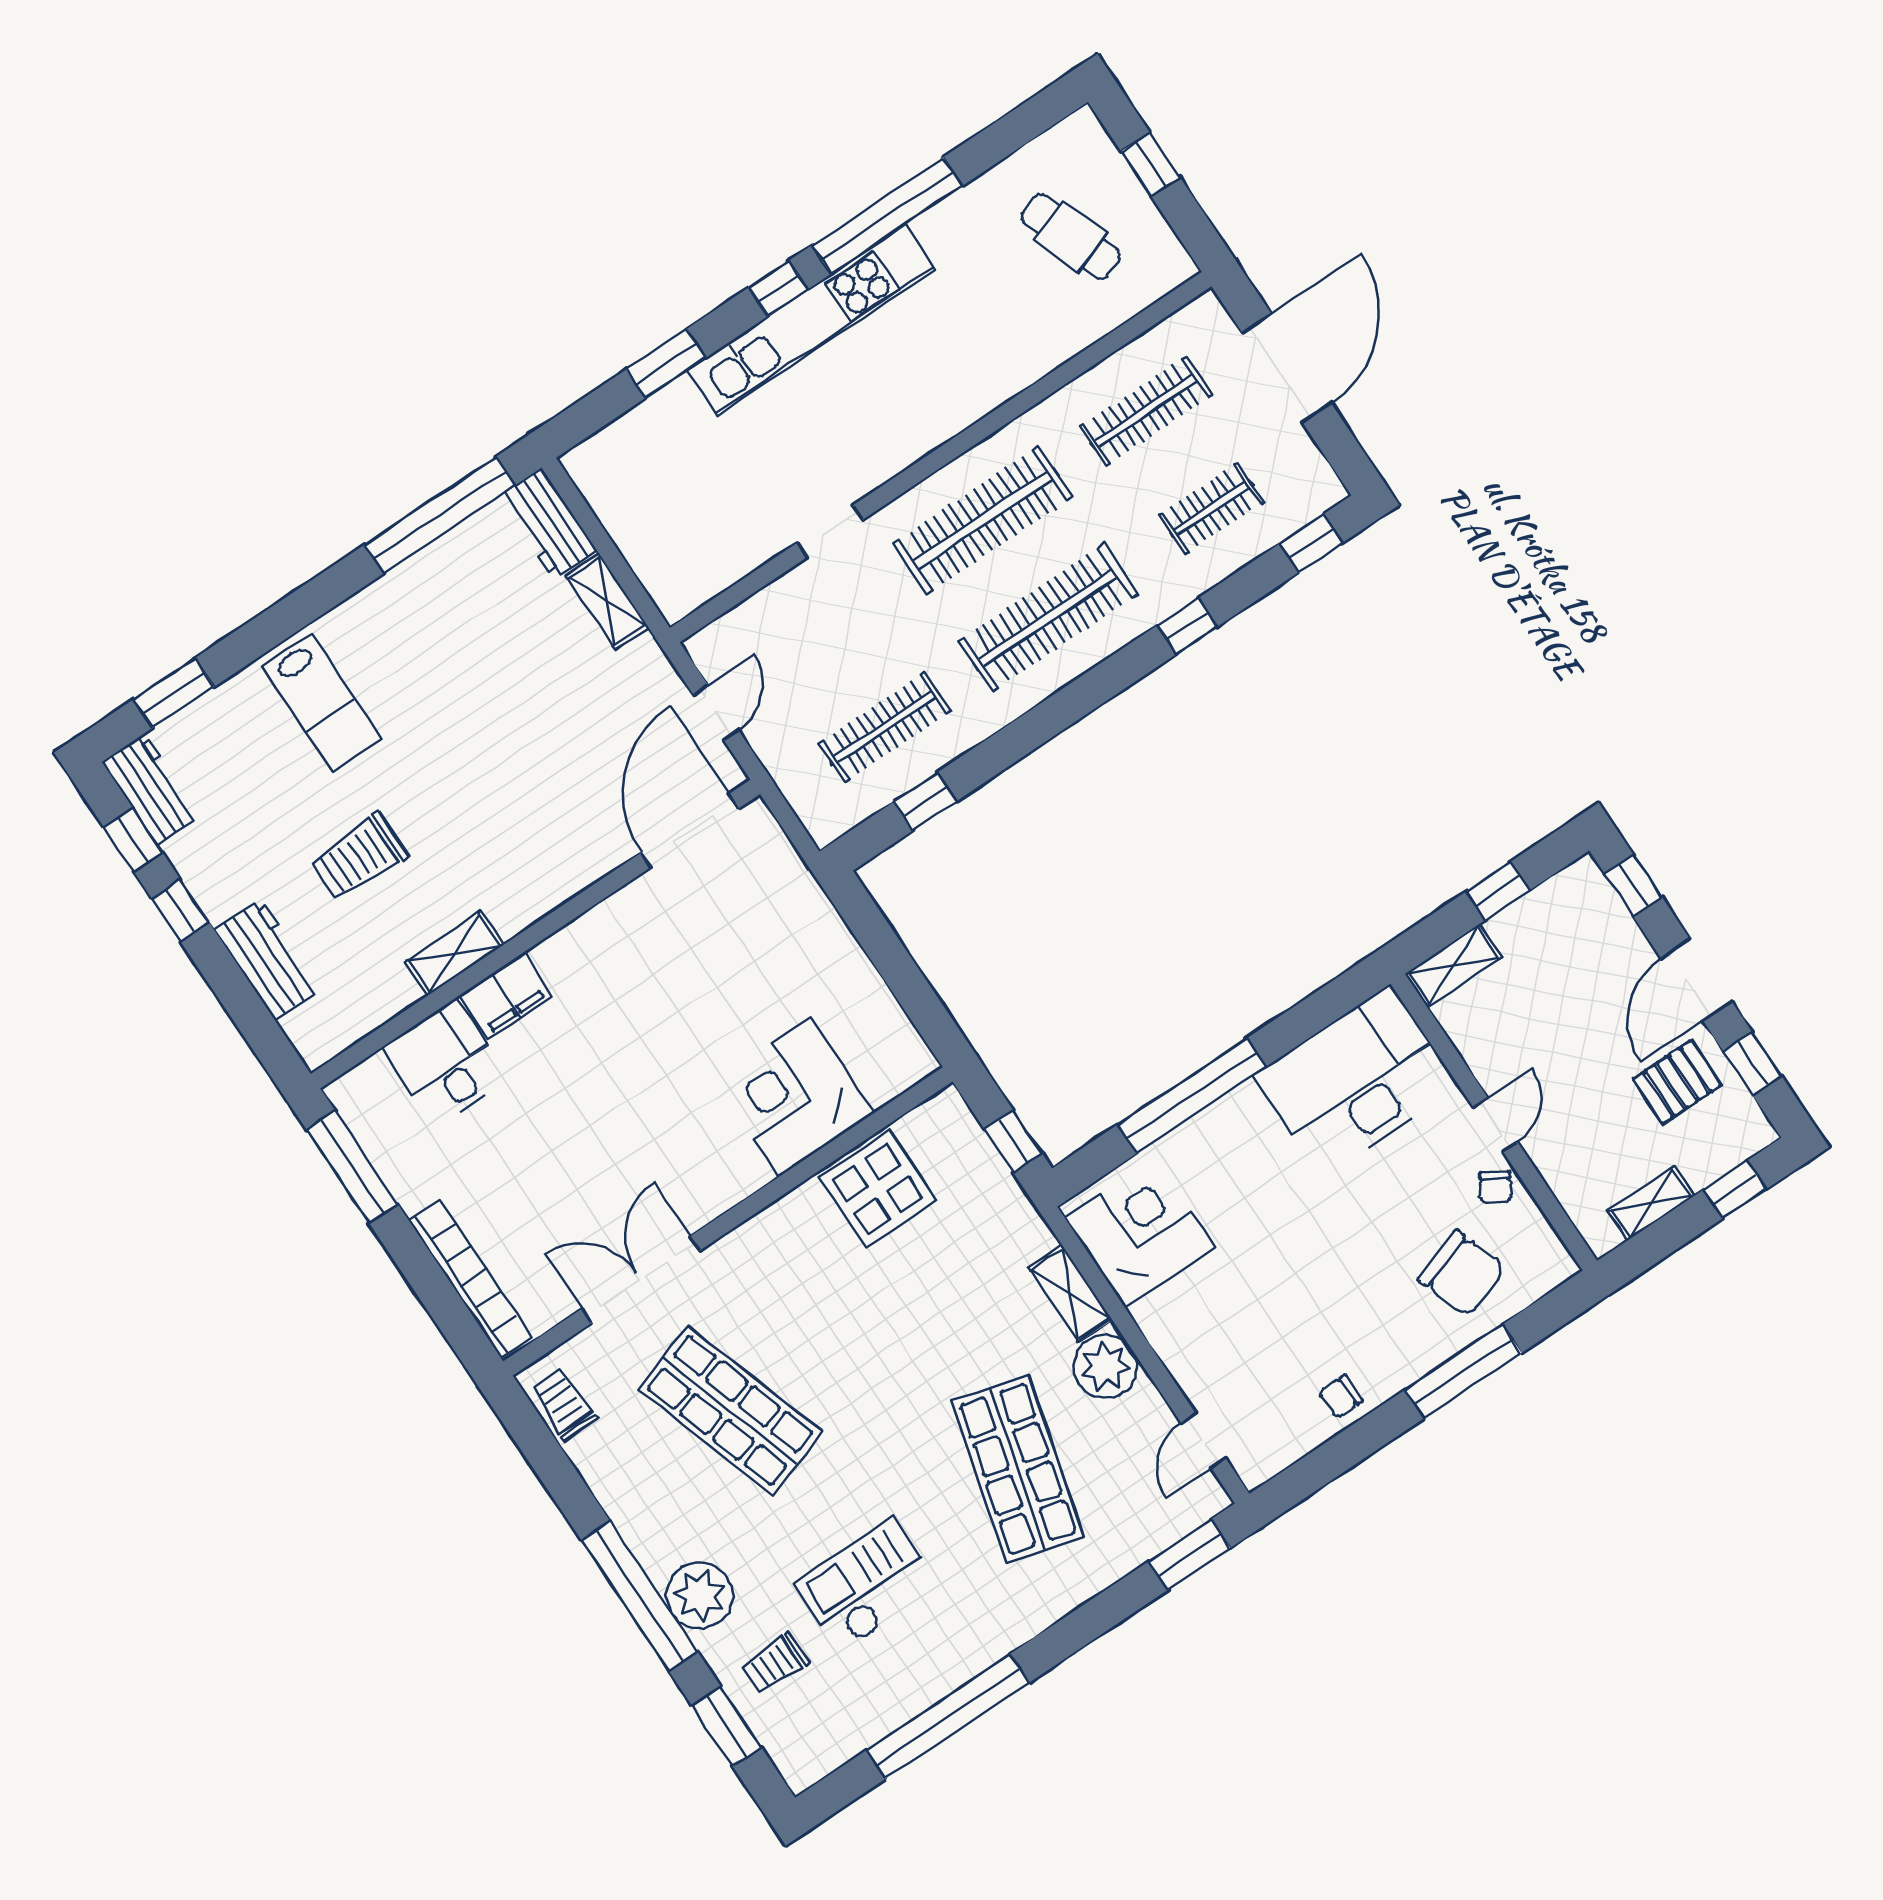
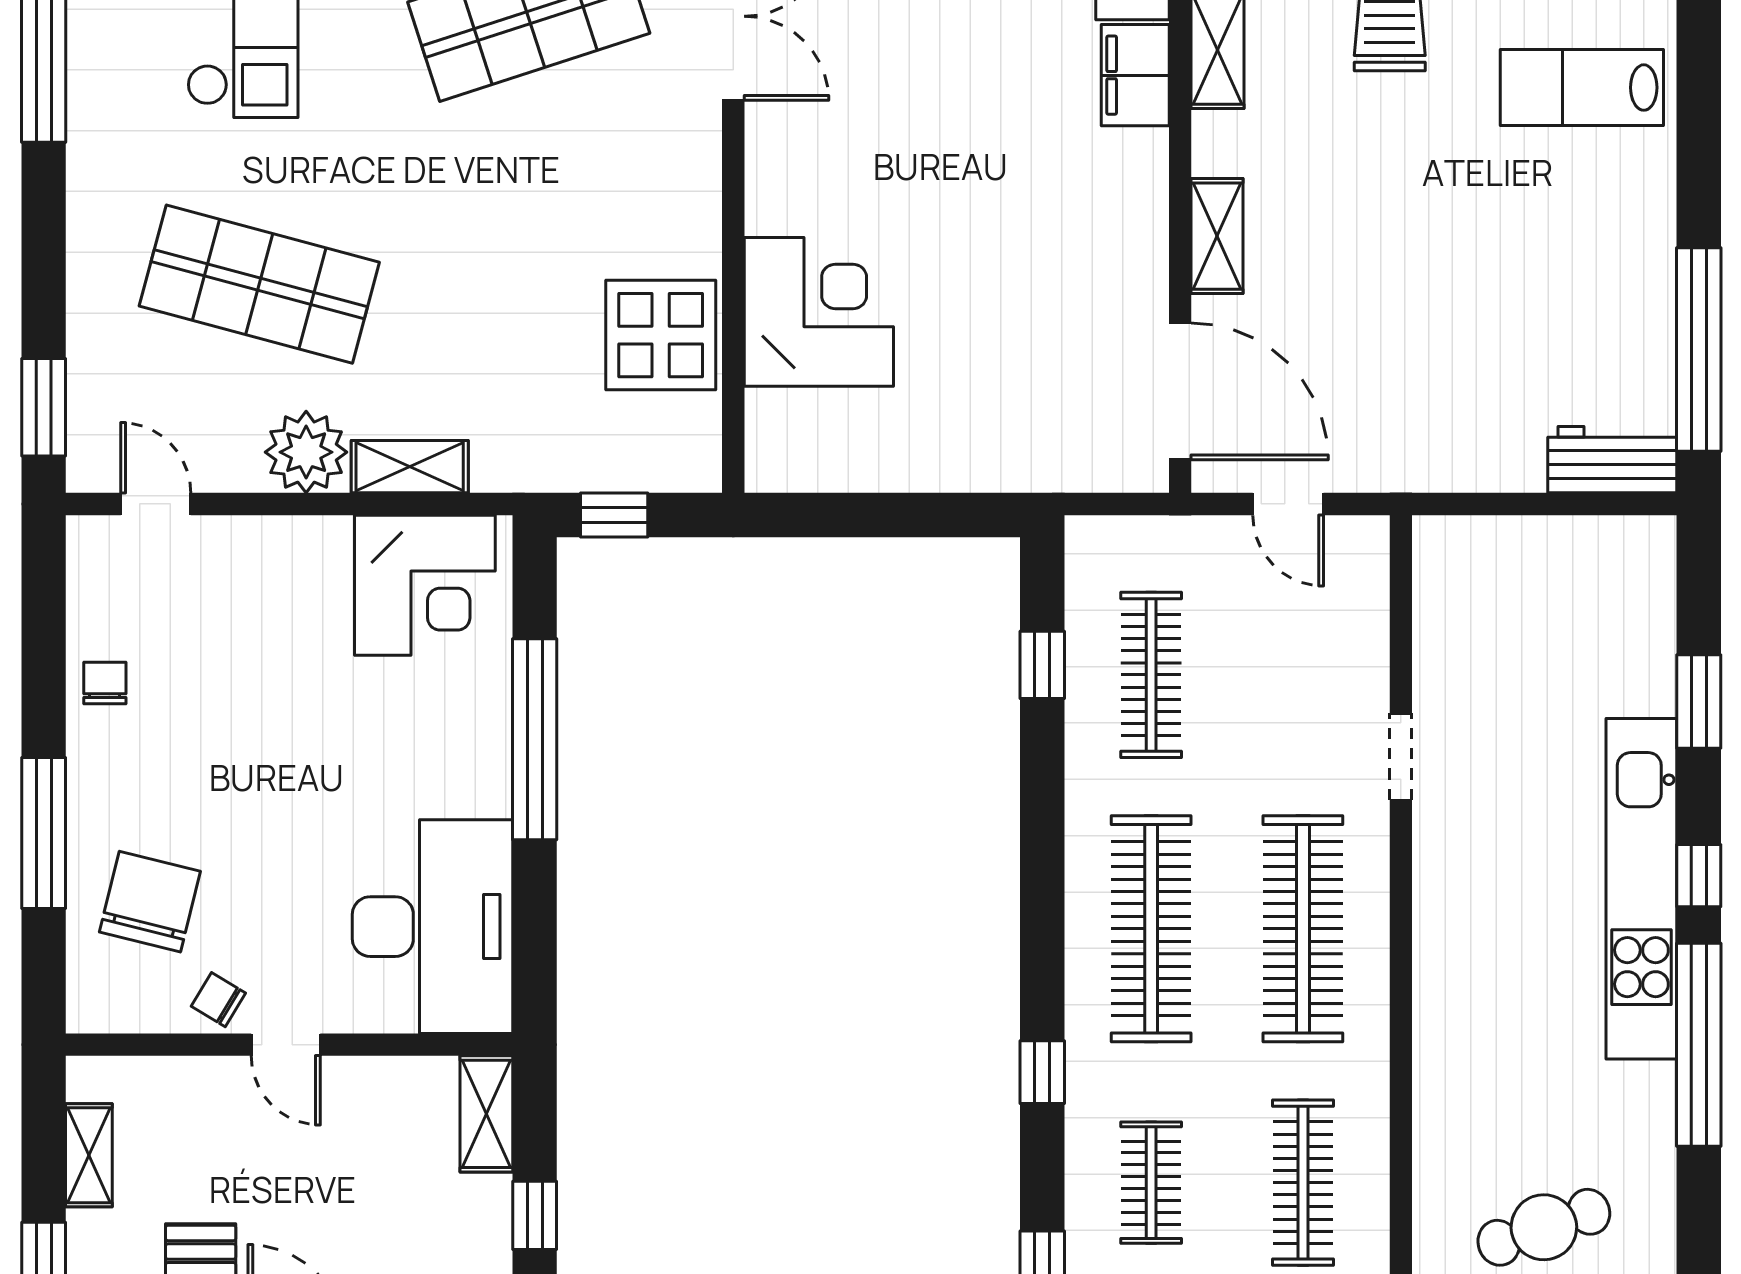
shelving: (607, 601) -> (1217, 236), moved, turned 90
chair: (1462, 1273) -> (150, 902), turned 123

